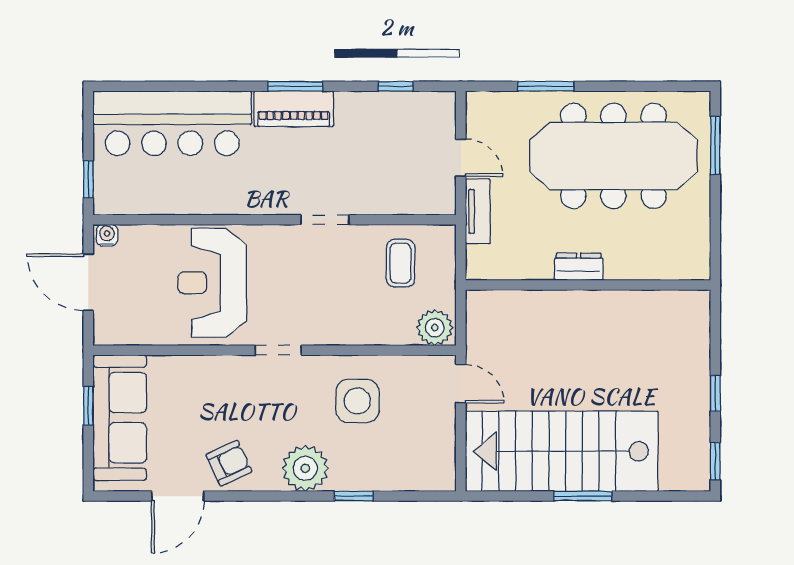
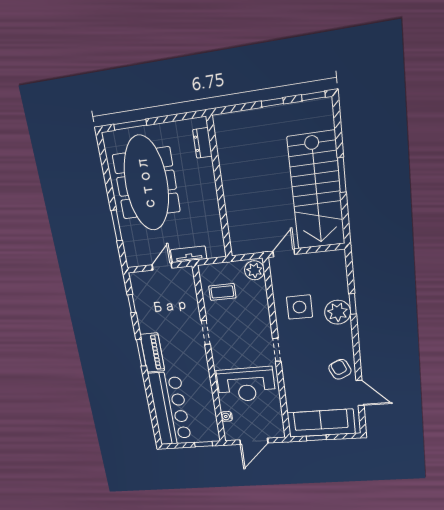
water cooler: (107, 235) -> (227, 416), moved
dresser: (579, 267) -> (202, 143), moved
plant: (305, 468) -> (338, 312), moved

